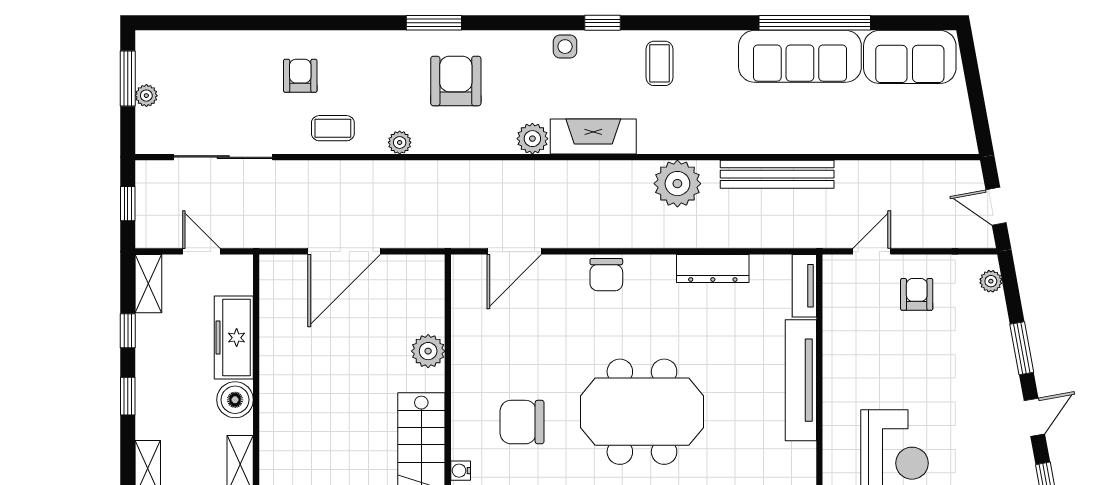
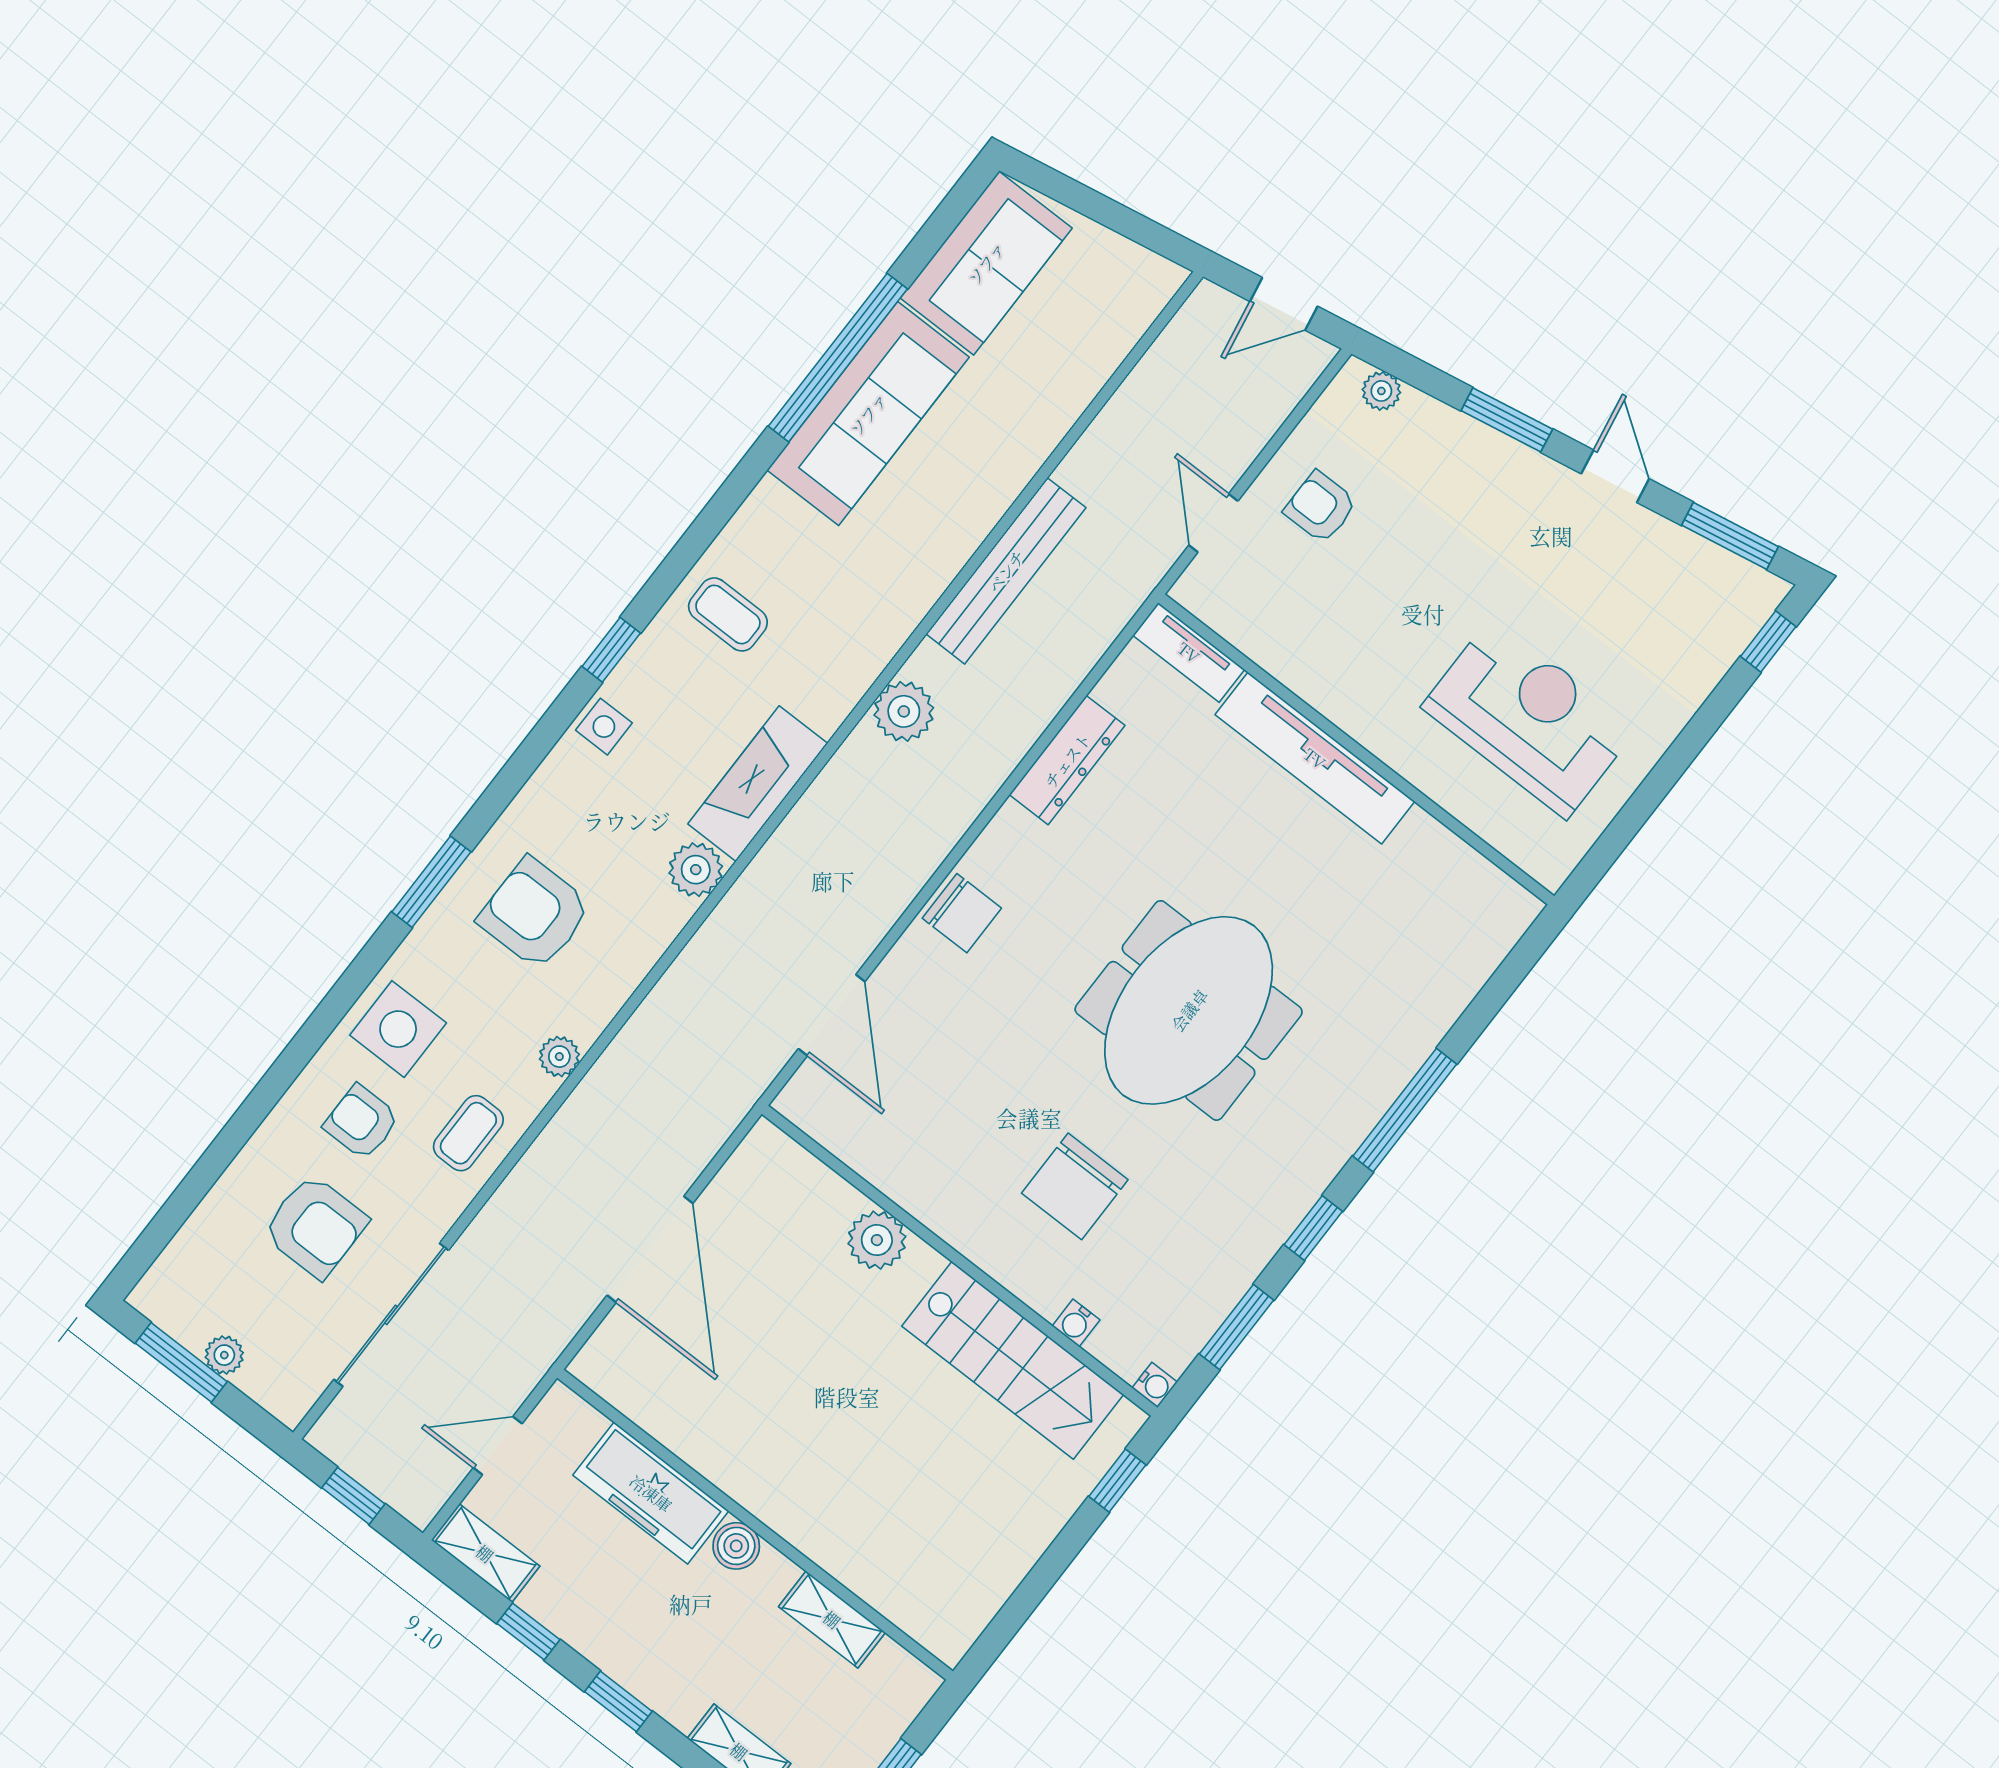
side table: (355, 60) -> (398, 1029), added
armchair: (237, 91) -> (315, 1226), added
plant: (677, 184) -> (904, 711), width x0.73, depth x0.73
boiler: (235, 400) -> (736, 1546), width x0.73, depth x0.73

